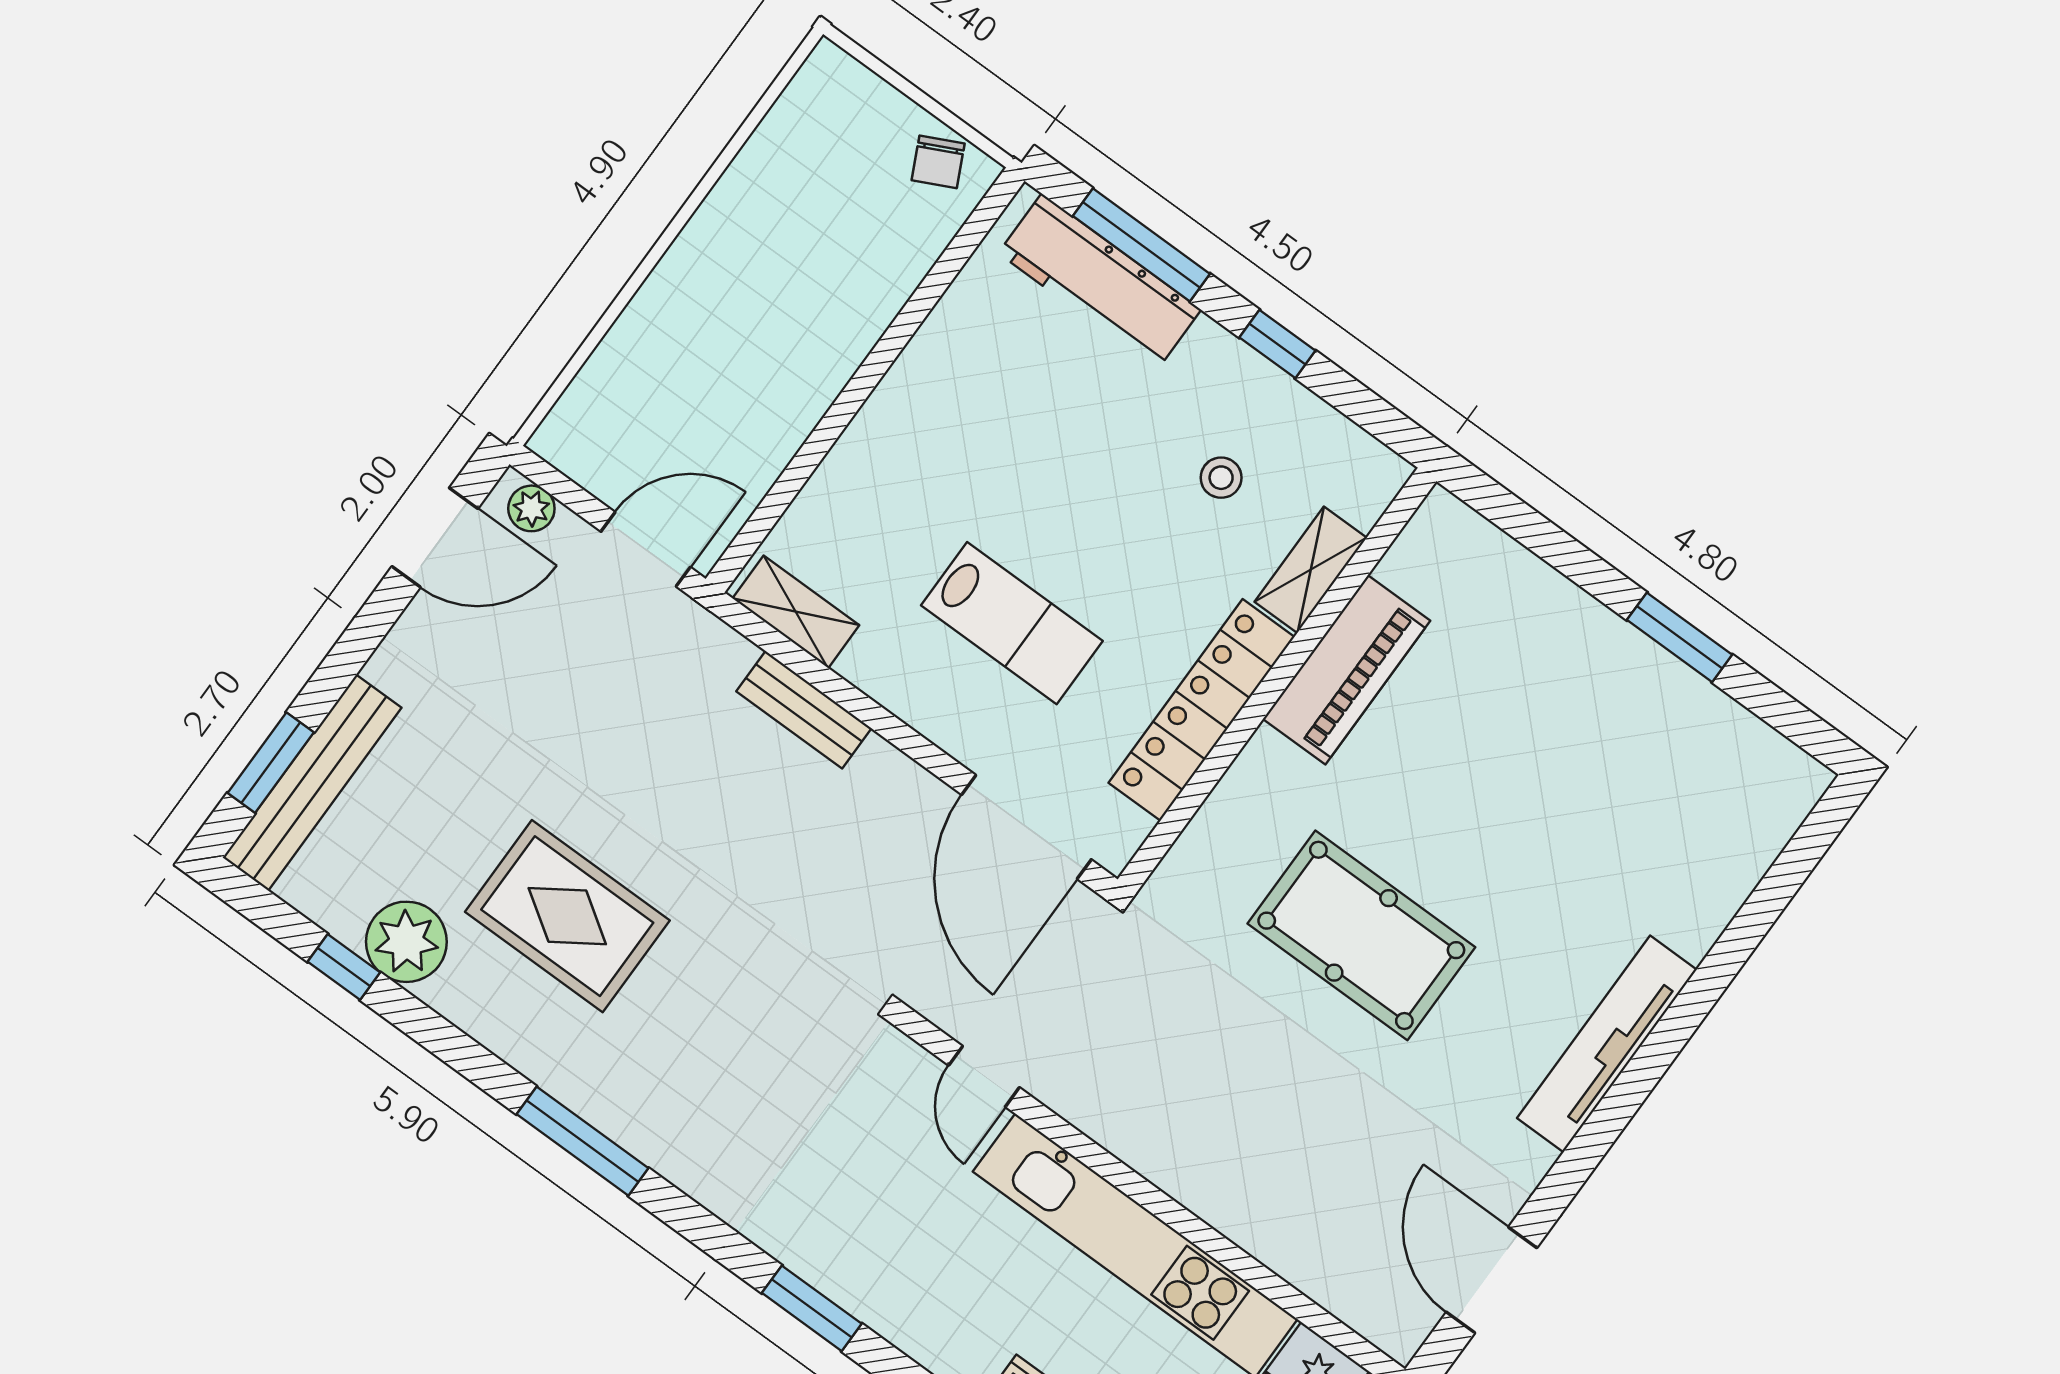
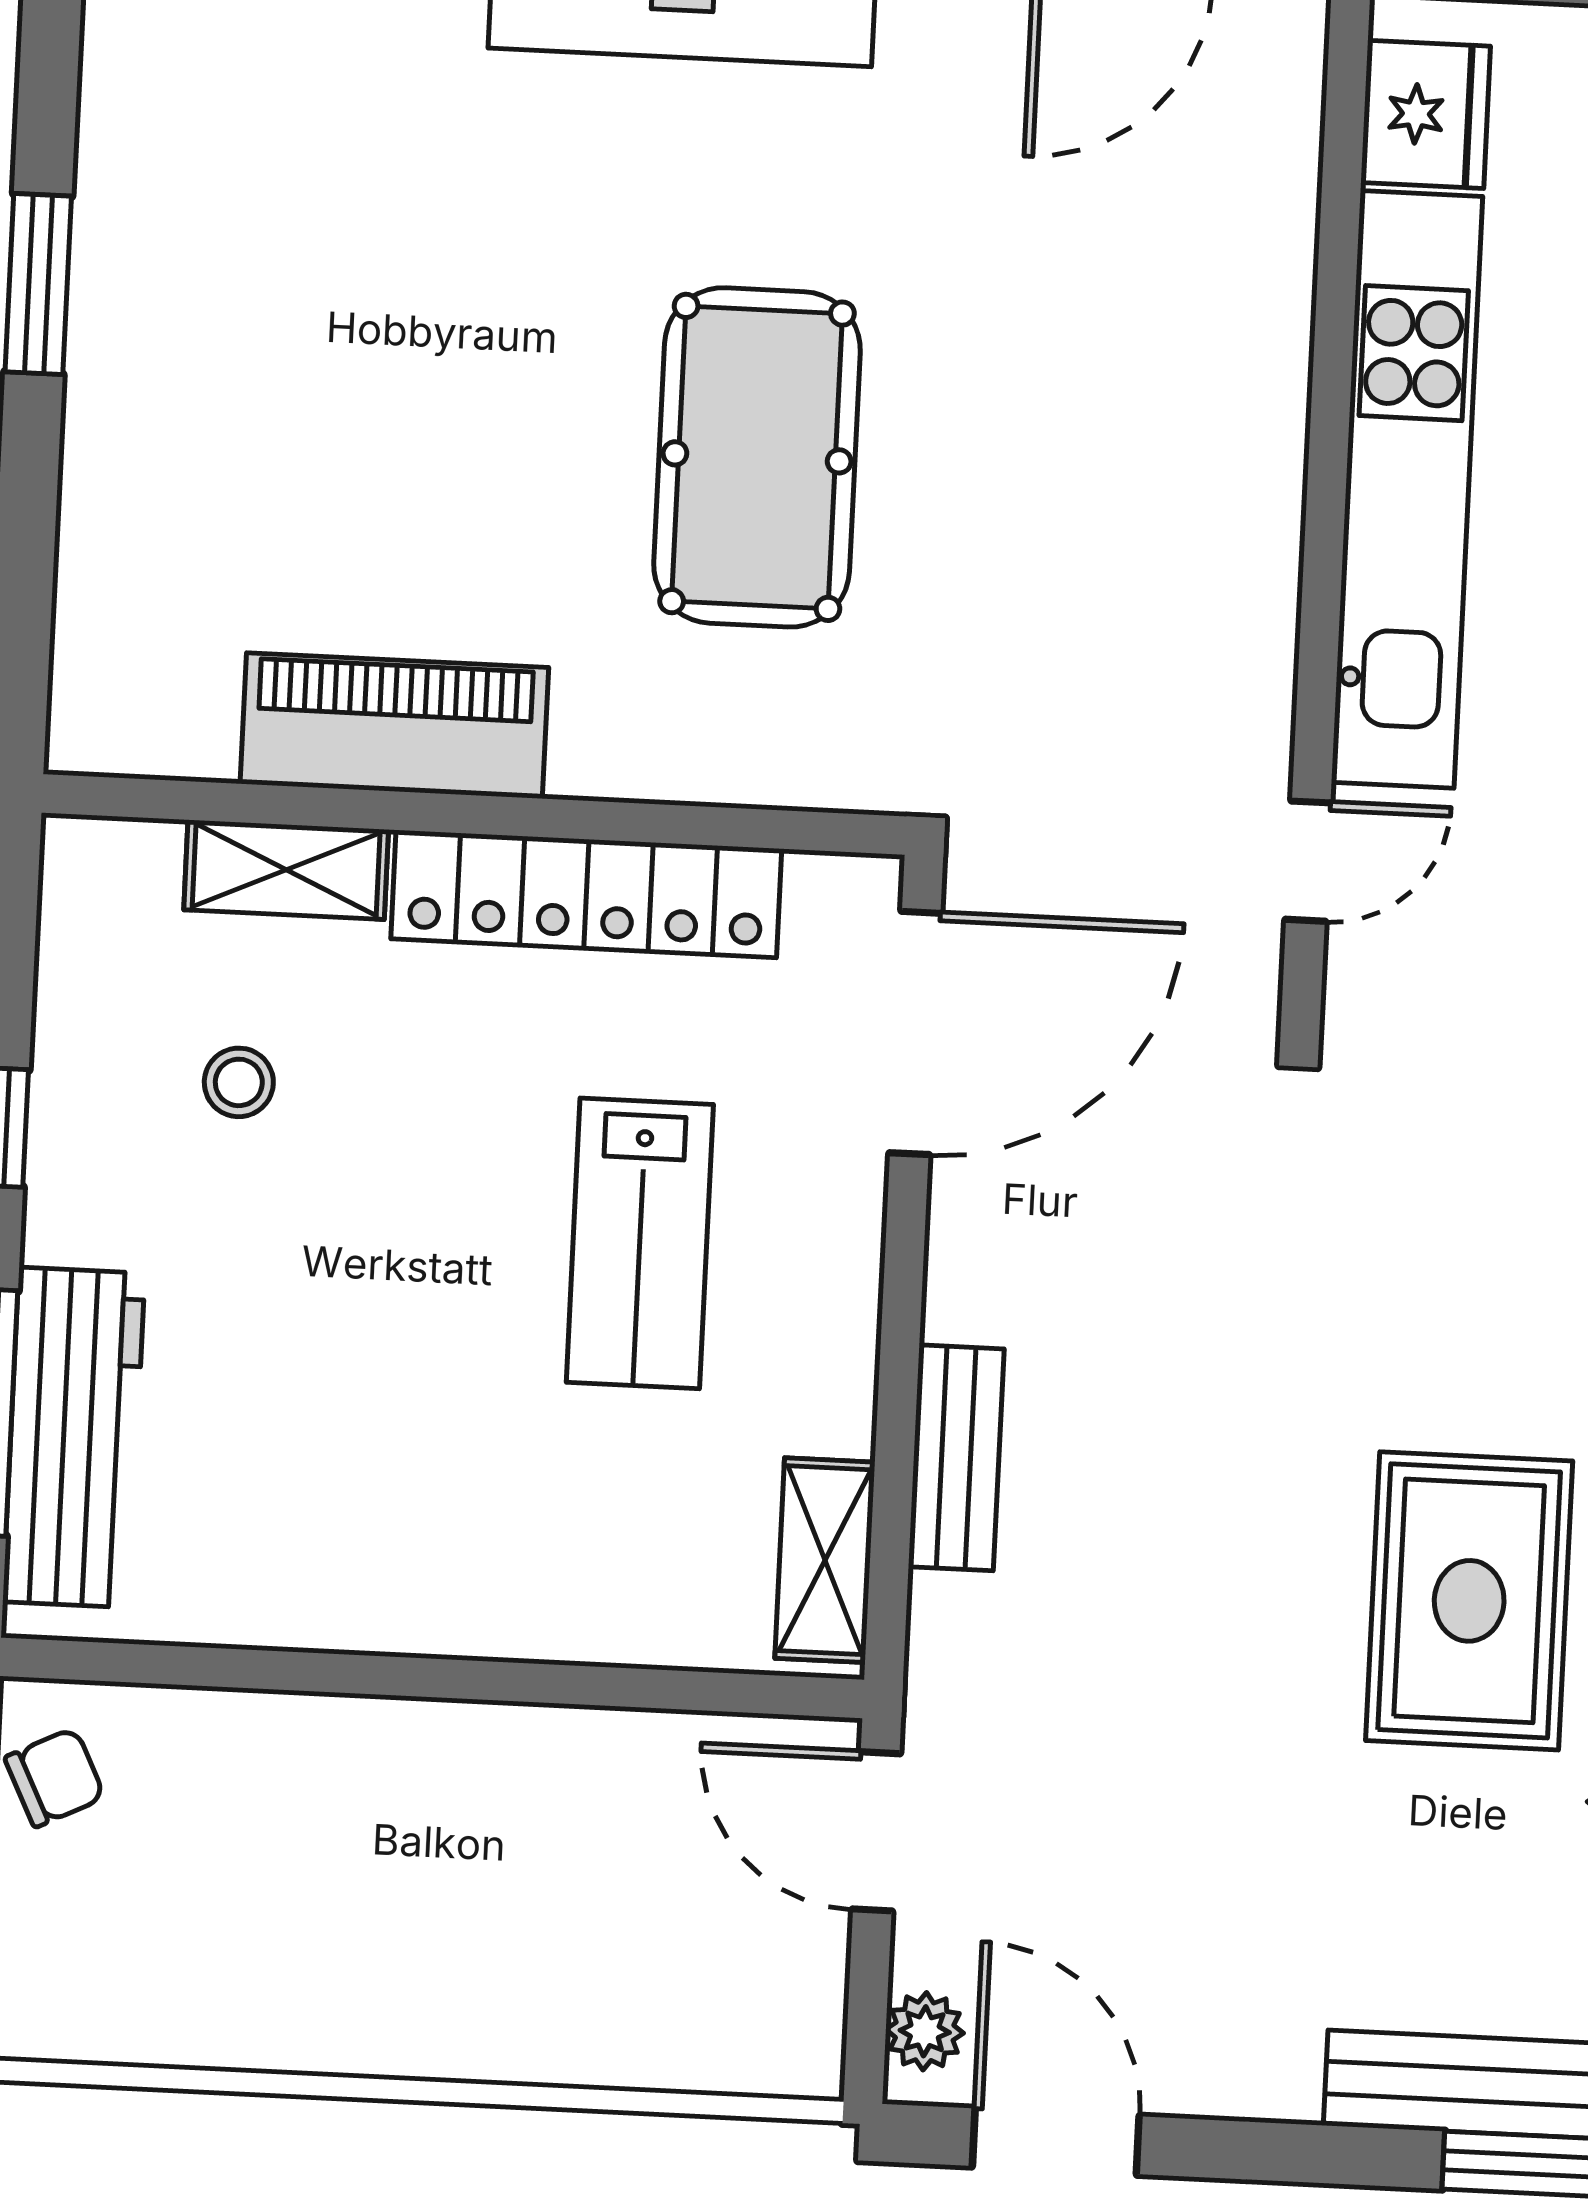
lab bench: (1012, 623) -> (640, 1243), turned 180

